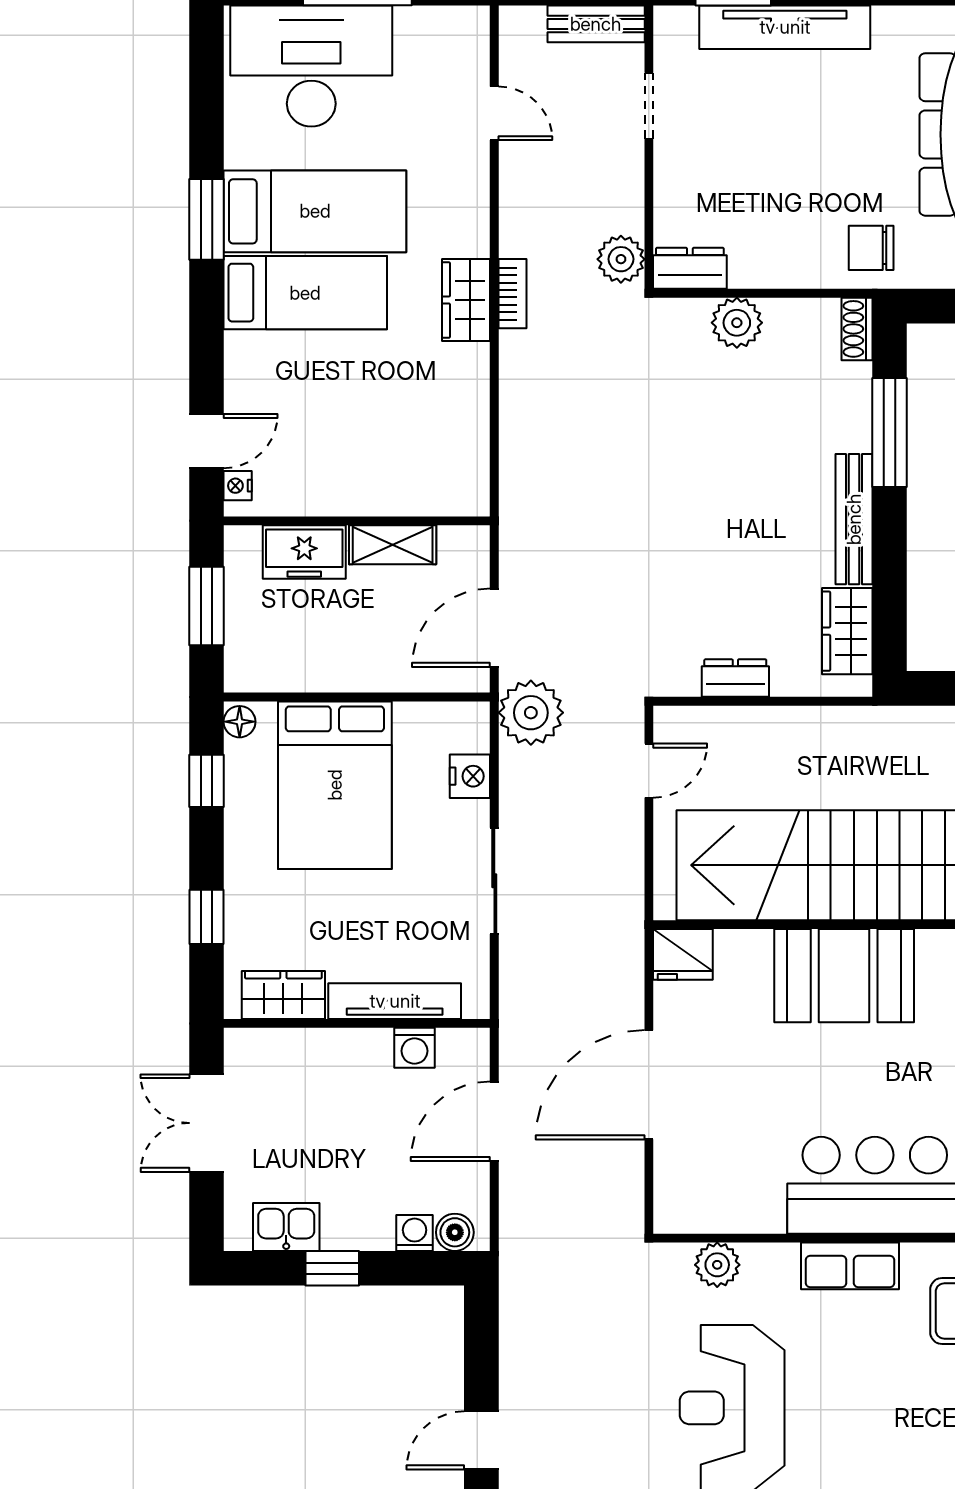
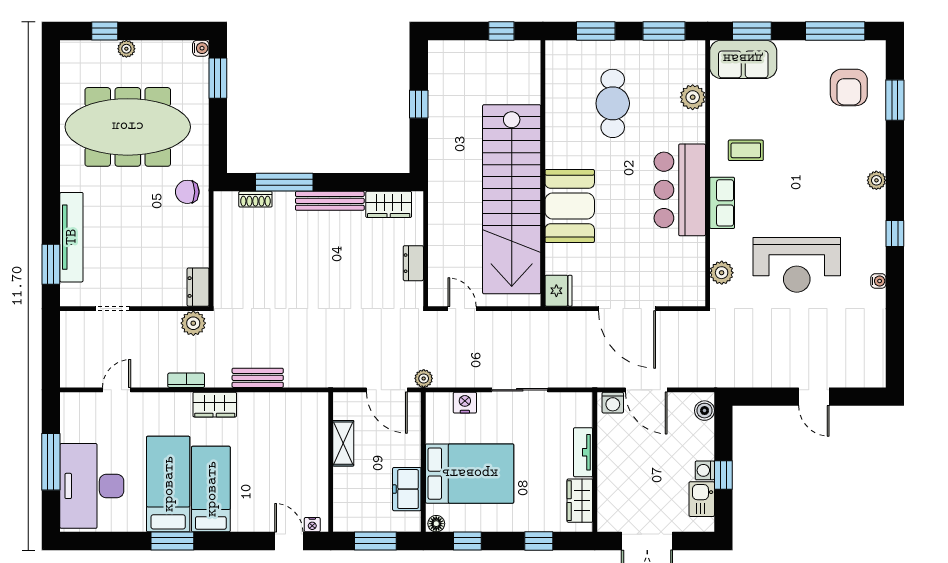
bench: (596, 24) -> (258, 378), moved, turned 90
chair: (871, 248) -> (187, 192), turned 90
bookcase: (512, 294) -> (186, 380), moved
plant: (737, 323) -> (227, 262), removed
shoe rack: (857, 329) -> (255, 199), moved
freezer: (304, 552) -> (407, 489), moved, turned 180
plant: (531, 713) -> (424, 378), width x0.53, depth x0.53
tv unit: (395, 1001) -> (583, 452), width x0.71
washing machine: (414, 1048) -> (613, 403), moved, turned 90
washing machine: (415, 1233) -> (705, 470), moved

